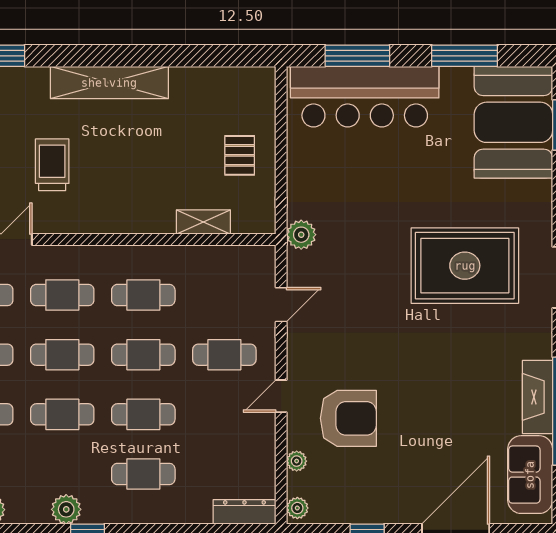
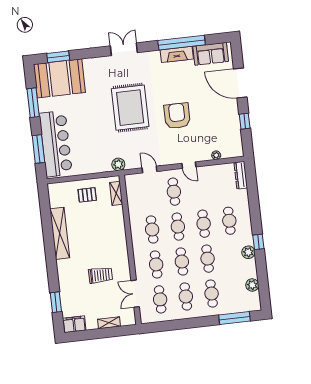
shelving: (109, 83) -> (60, 233), moved
trolley: (52, 165) -> (100, 275), turned 180
shelving: (203, 222) -> (116, 193), moved
rug: (465, 266) -> (130, 108), moved
armchair: (348, 418) -> (177, 116), moved
plant: (297, 508) -> (236, 153), removed

